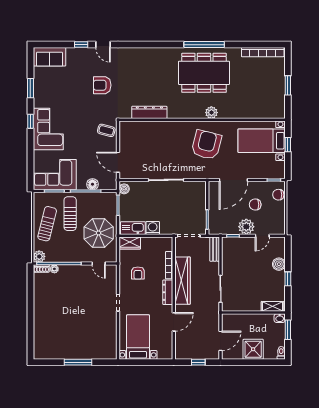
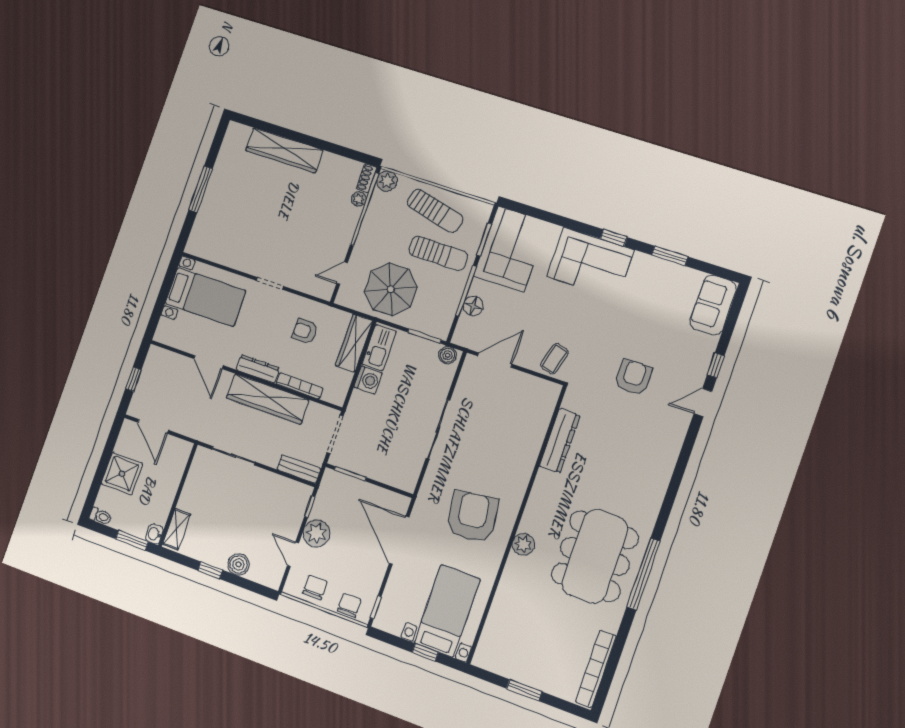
armchair: (206, 145) -> (472, 517), turned -112
chair: (255, 205) -> (315, 587), moved
wardrobe: (130, 243) -> (354, 343), width x1.50
wardrobe: (41, 321) -> (284, 150), added

